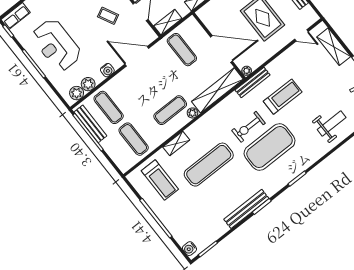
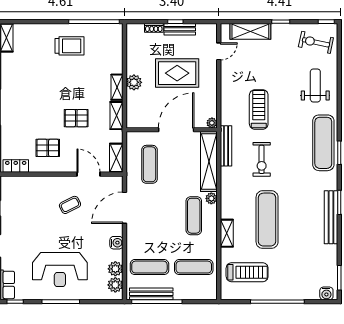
exercise mat: (182, 50) -> (149, 164), turned 90
bench: (253, 83) -> (226, 146), moved
exercise mat: (270, 147) -> (323, 143), moved, width x0.68

